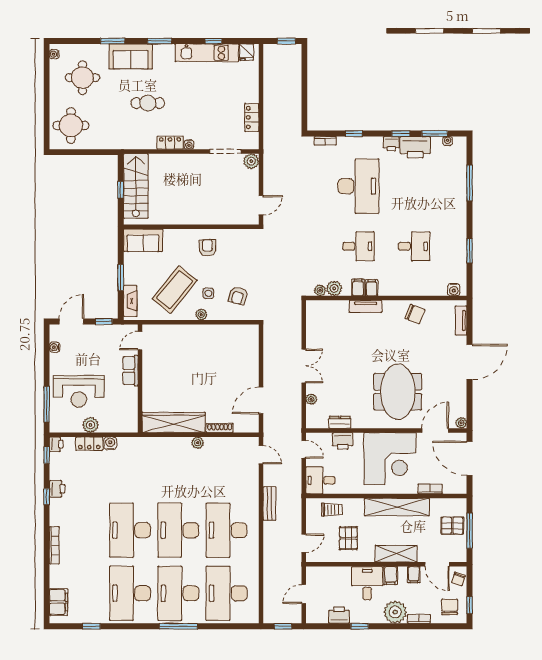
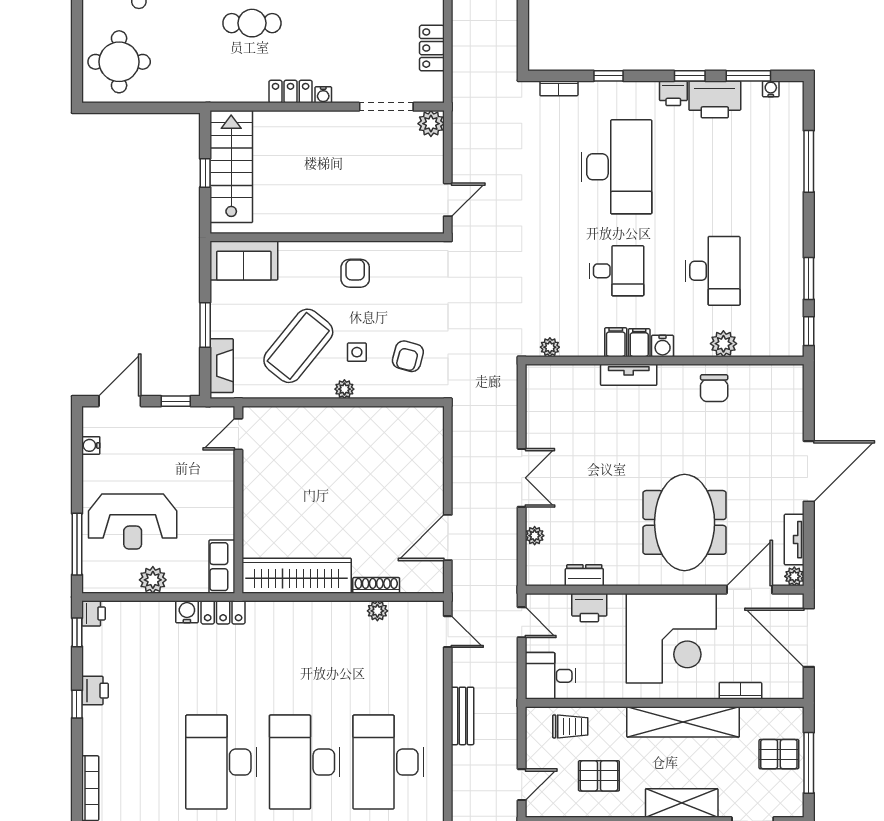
desk: (414, 246) -> (713, 271), width x1.37
window: (470, 281) -> (809, 331), added
plant: (334, 288) -> (723, 344), moved
water cooler: (454, 290) -> (663, 346), moved
chair: (415, 314) -> (714, 388), turned 69
tv unit: (461, 321) -> (794, 540), moved
row of seats: (130, 371) -> (222, 567), moved
plant: (198, 443) -> (377, 611), moved
locker: (89, 444) -> (223, 612), moved
pallet: (348, 538) -> (599, 776), turned 90

